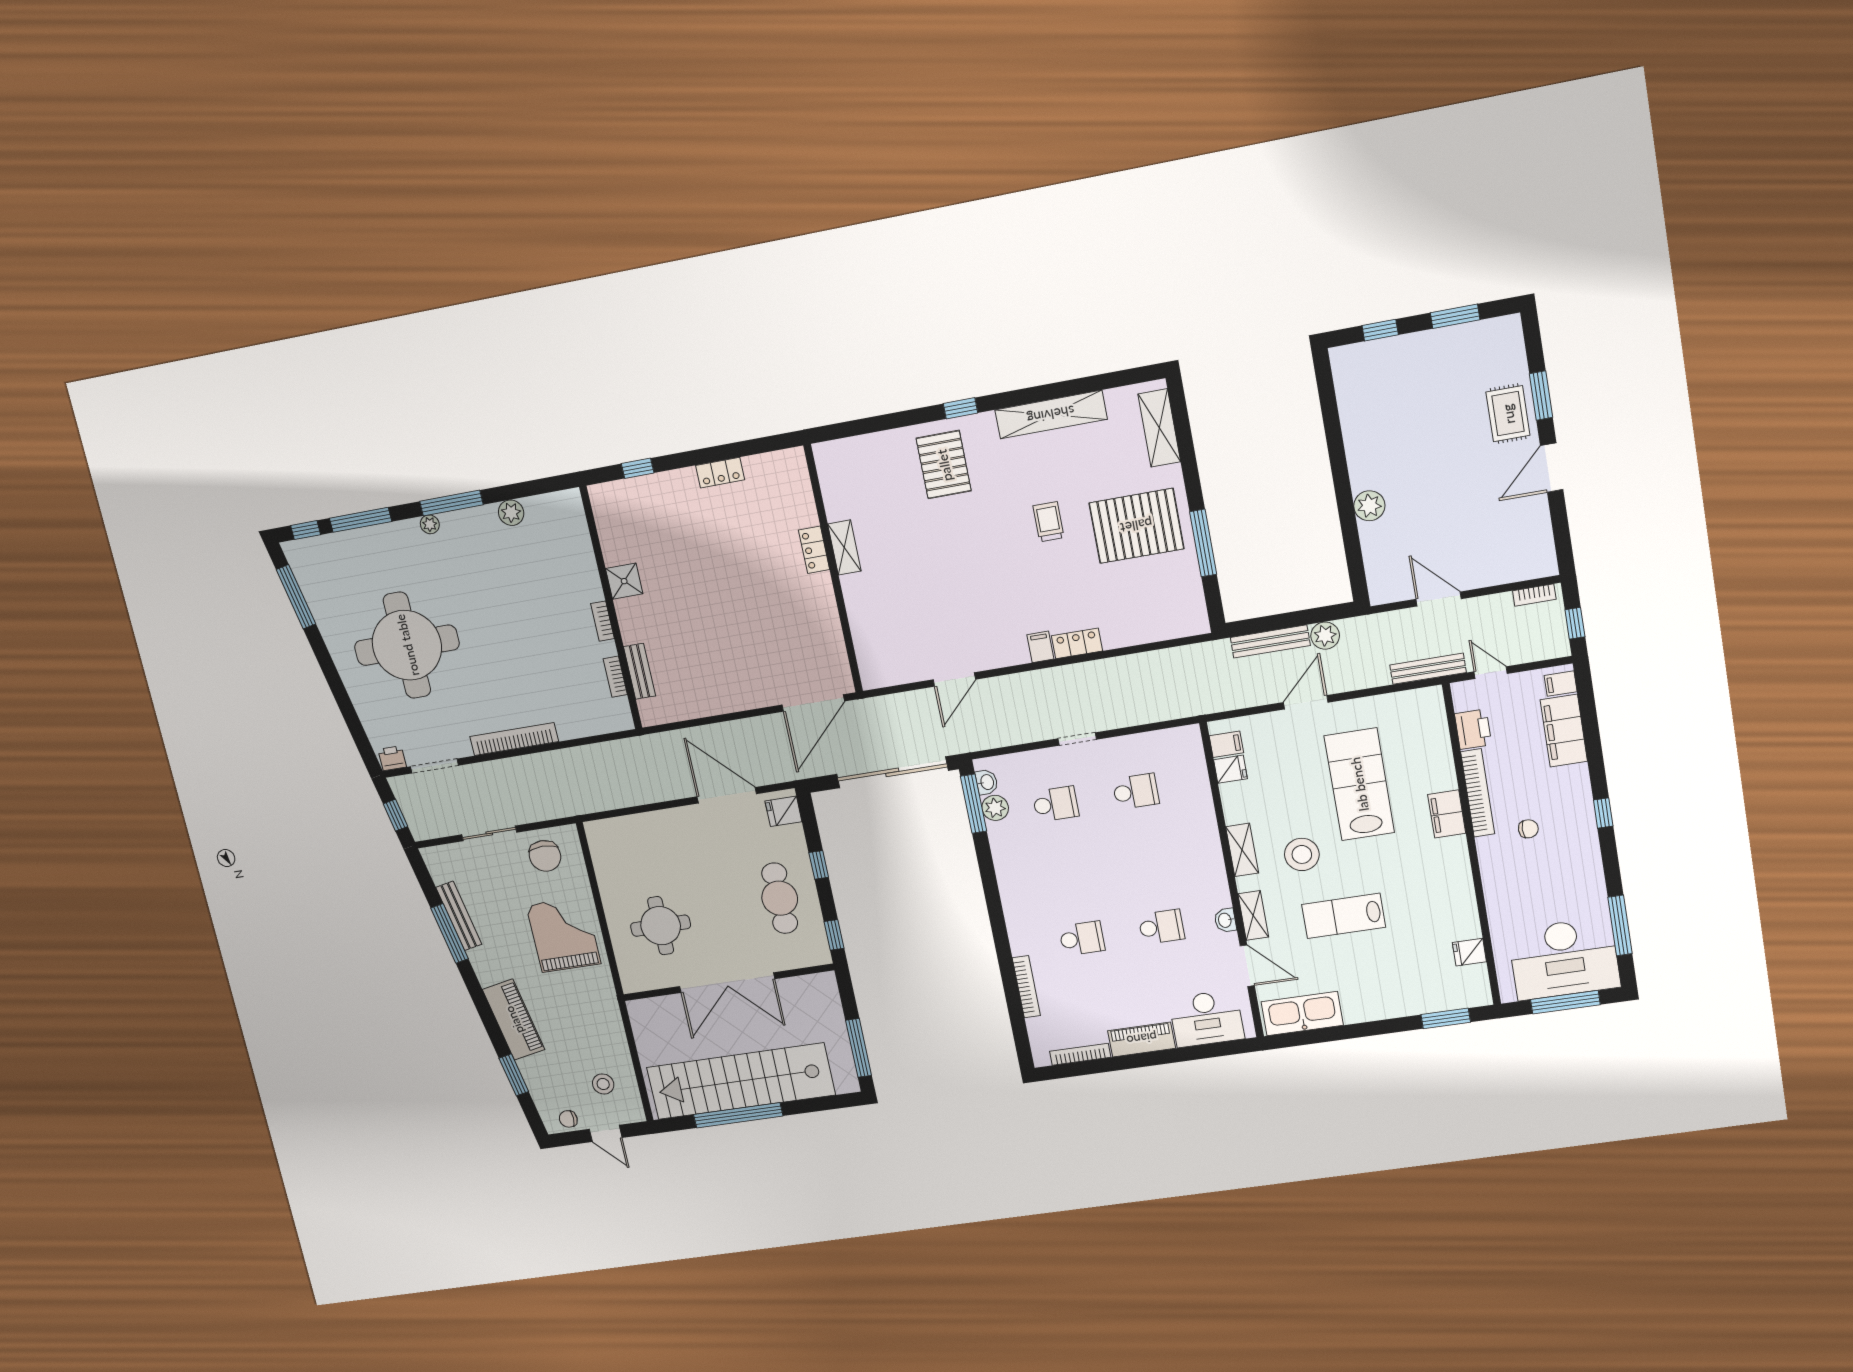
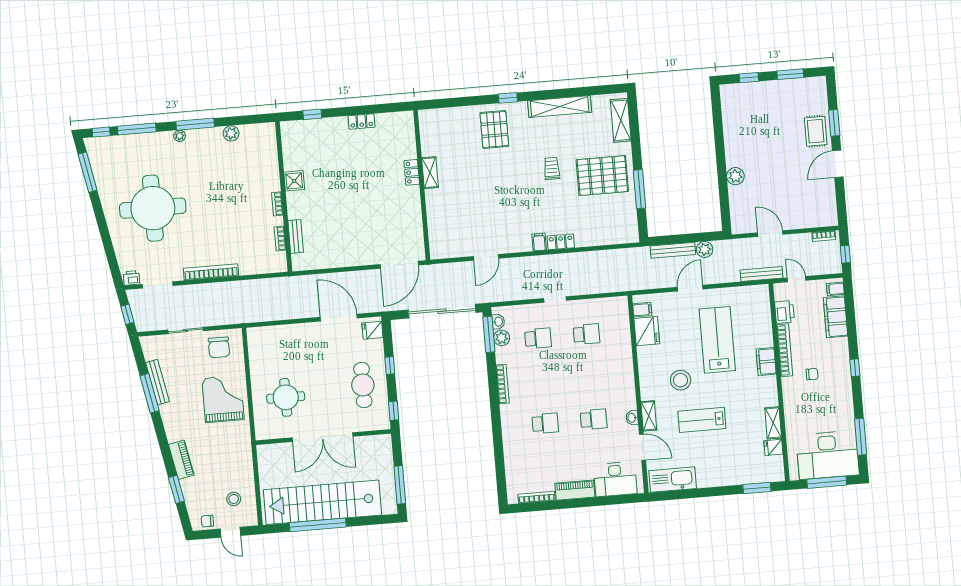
fridge: (1230, 769) -> (647, 331), width x1.88, depth x1.34
shelving: (1242, 850) -> (773, 423), moved
bookcase: (1026, 987) -> (503, 384), moved
piano: (514, 1020) -> (181, 460), width x0.73, depth x0.75

